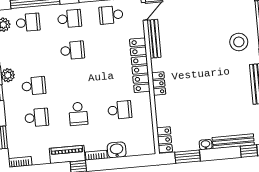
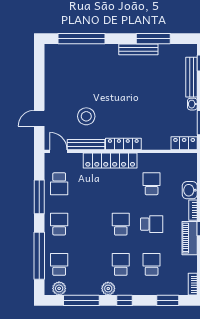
stool: (239, 42) -> (86, 116), moved
school desk: (72, 50) -> (121, 224), moved
locker: (159, 84) -> (123, 144), width x1.53

